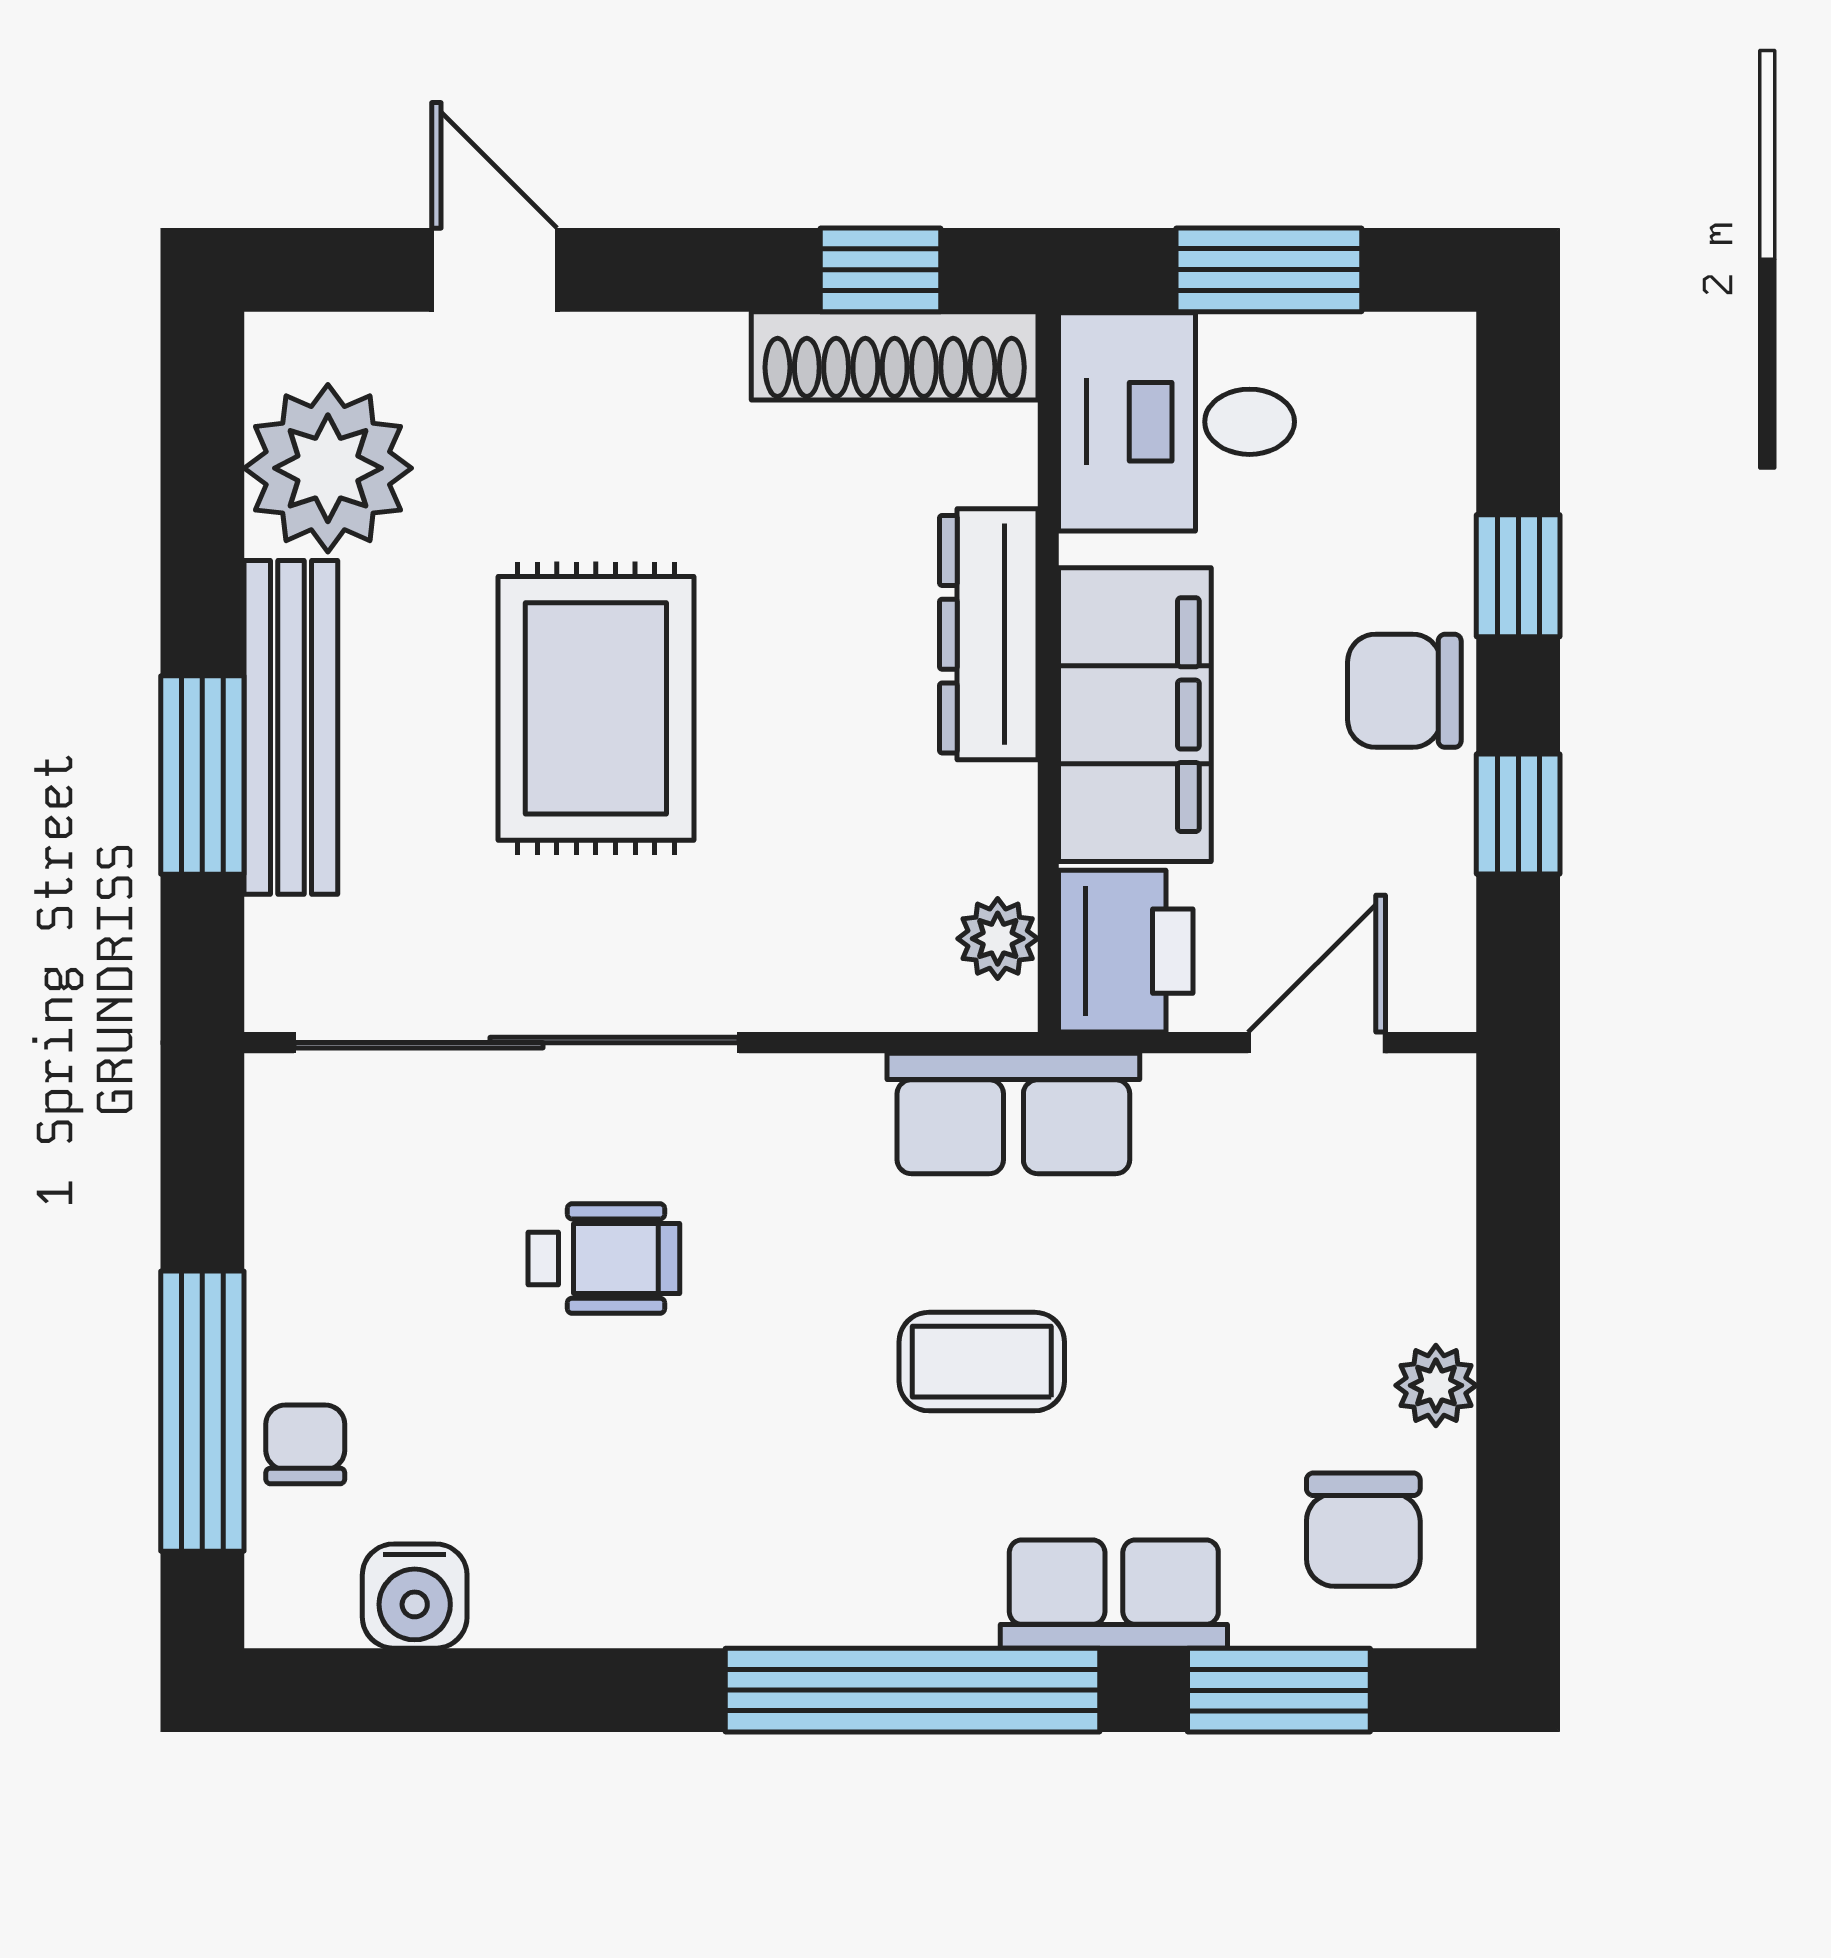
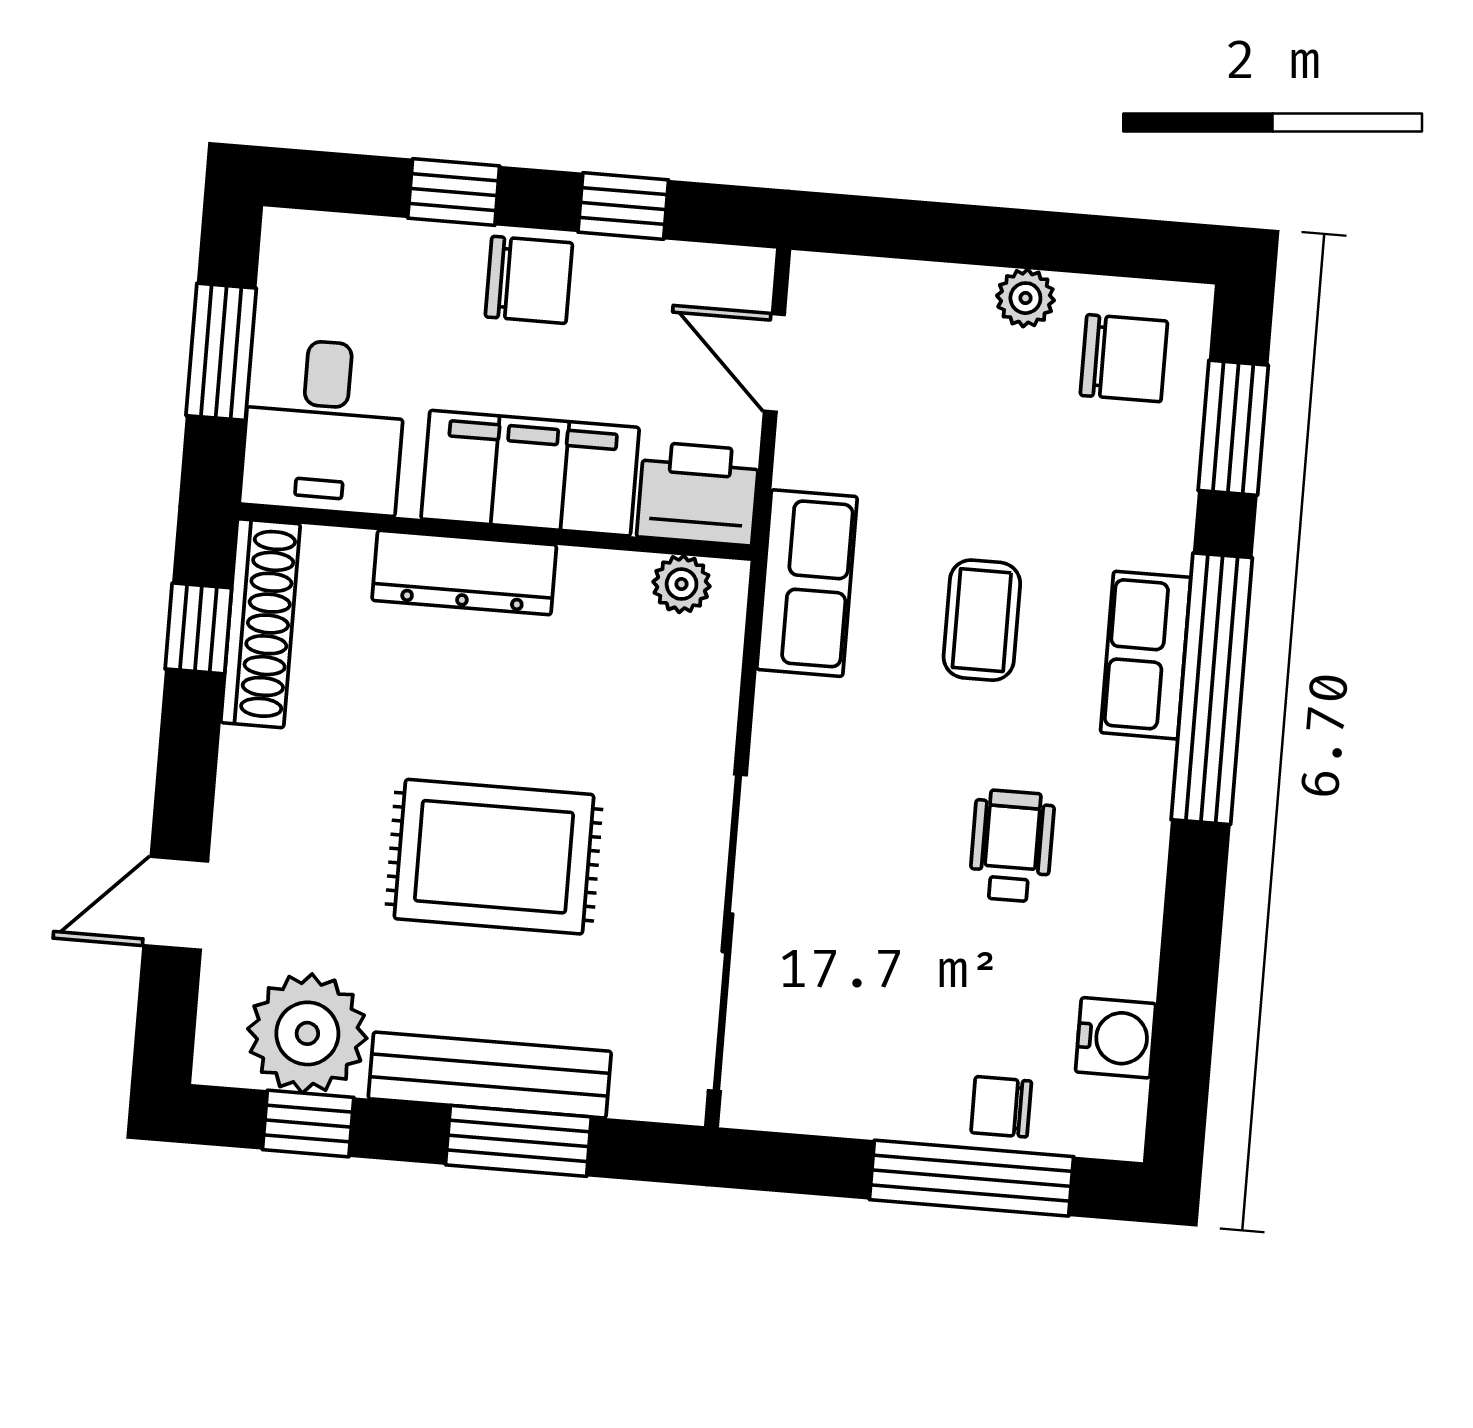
window: (202, 480) -> (308, 1124), added
chair: (1404, 691) -> (529, 280), turned -90
wheelchair: (604, 1259) -> (1012, 846), moved
row of seats: (1114, 1594) -> (1146, 655), moved

